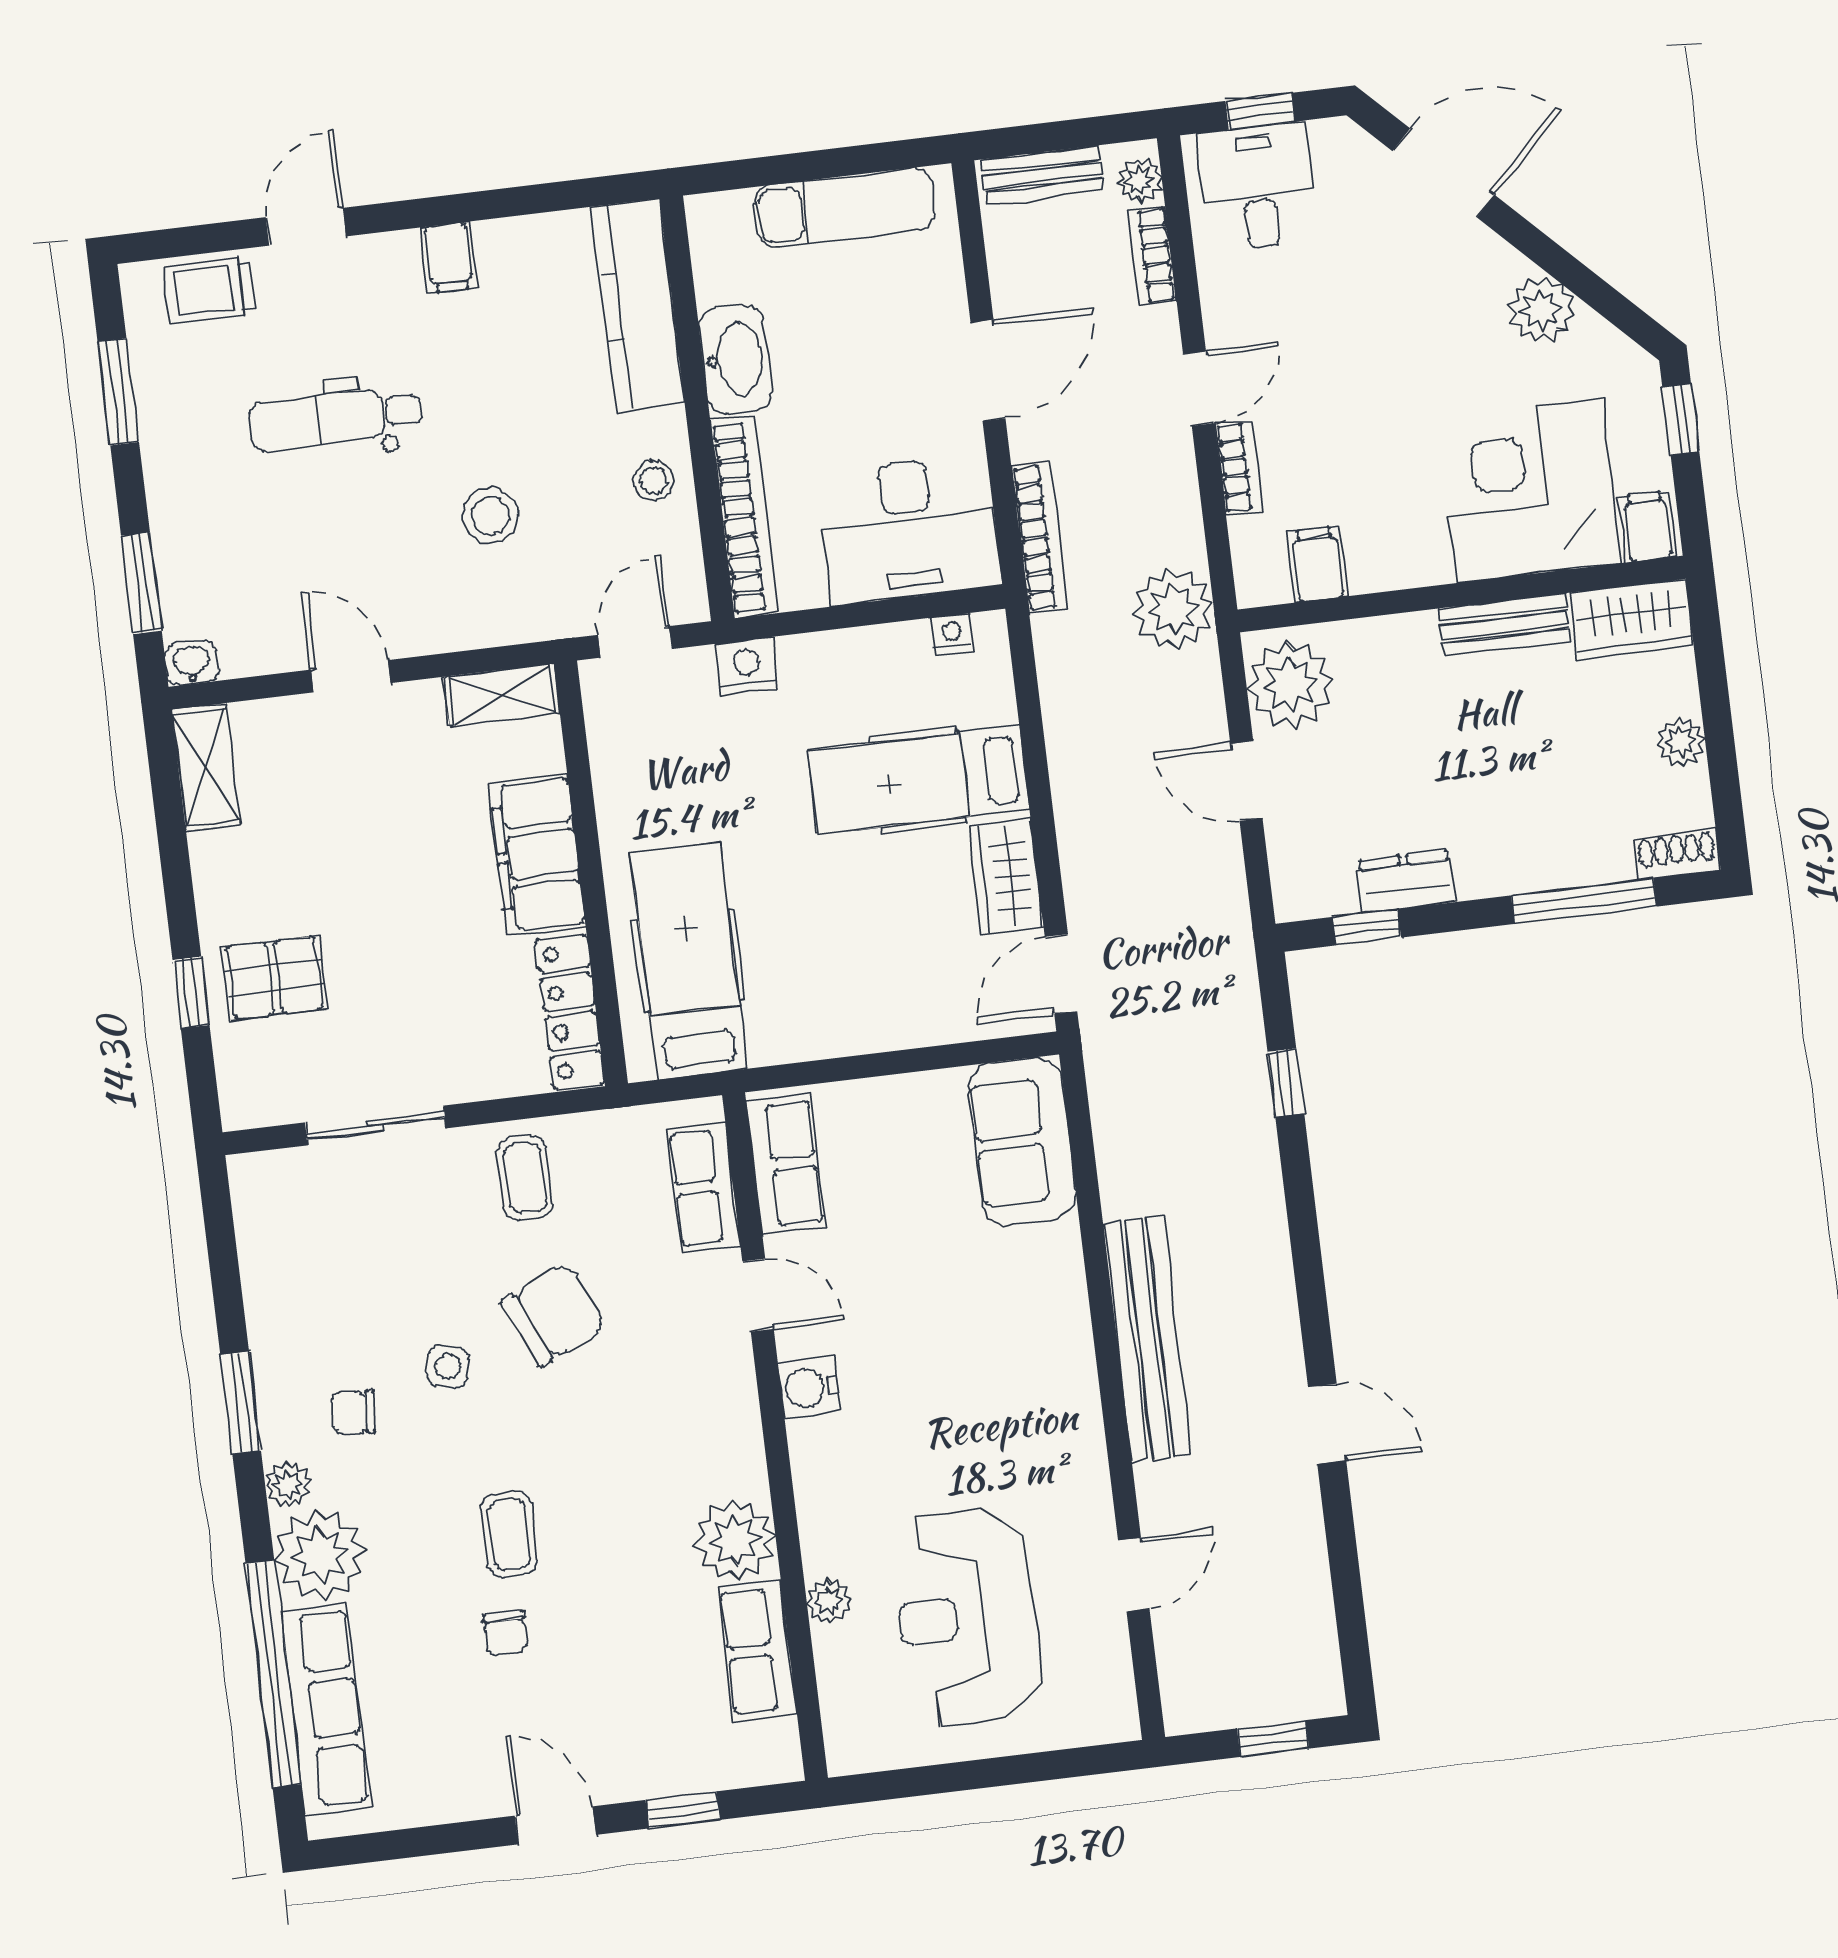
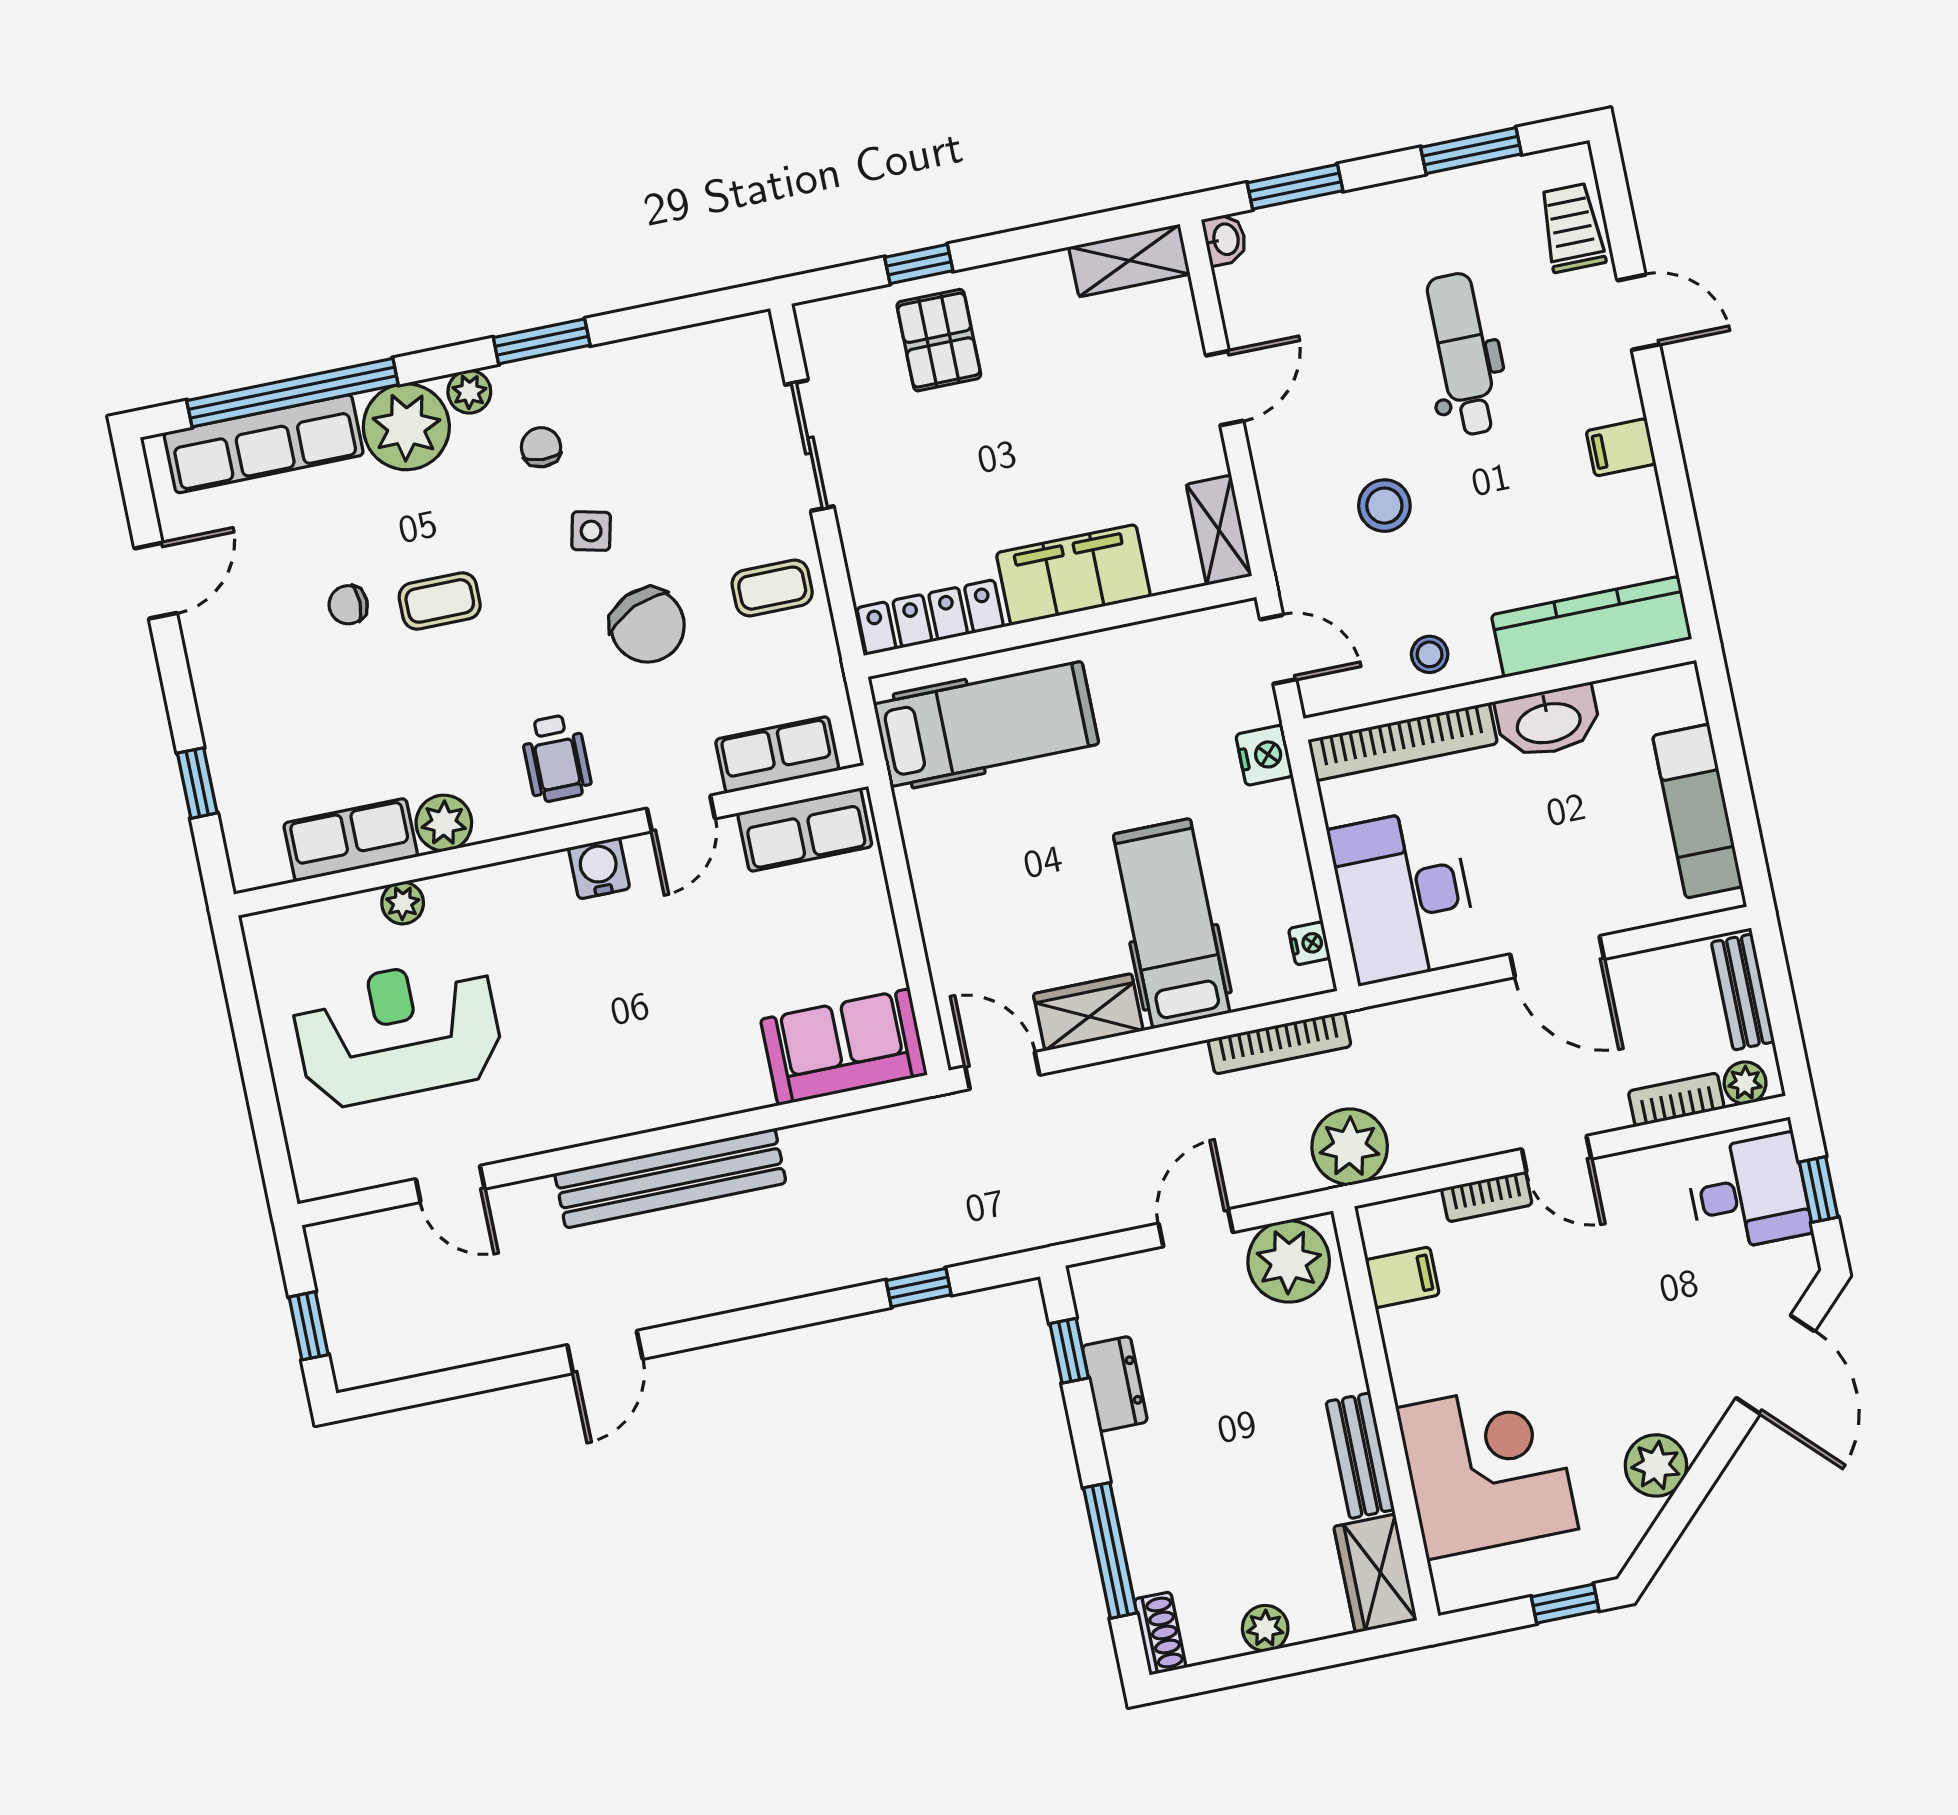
filing cabinet: (1647, 526) -> (1463, 1581), removed
bookcase: (1039, 537) -> (1279, 1043), moved
wheelchair: (688, 1424) -> (556, 758), added
plant: (735, 1540) -> (444, 823), width x0.73, depth x0.73
door: (555, 1825) -> (156, 581), moved

